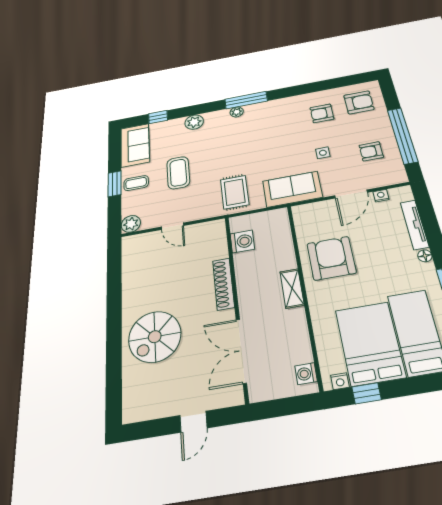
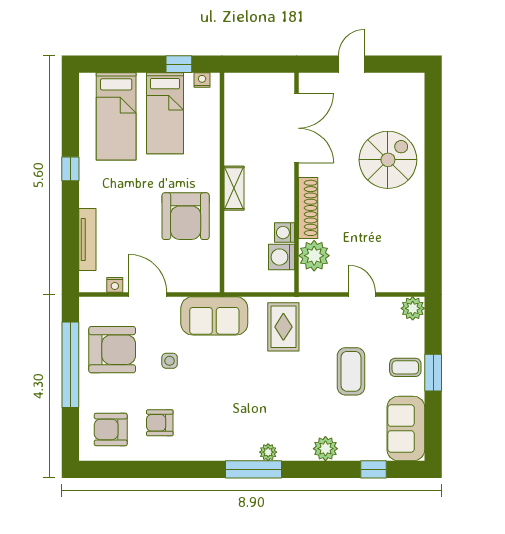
armchair: (322, 113) -> (160, 423), turned 180
armchair: (371, 151) -> (112, 350), width x1.88, depth x1.88
door: (351, 194) -> (148, 294), hinge flipped
plant: (215, 247) -> (314, 256), added
floor lamp: (425, 256) -> (86, 199), removed
bed: (370, 343) -> (165, 113), width x0.67
washing machine: (306, 374) -> (285, 233), moved, turned 180

